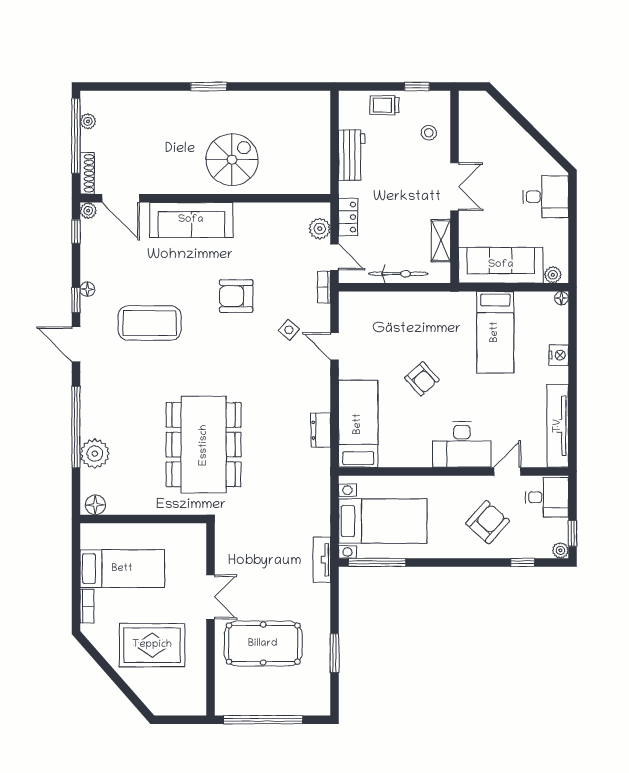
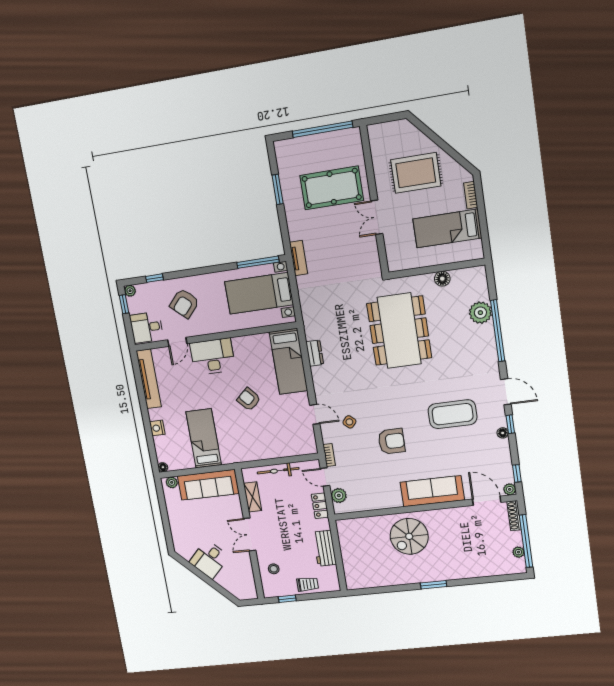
desk: (546, 197) -> (209, 559), moved, turned -45
floor lamp: (95, 505) -> (442, 279), moved

